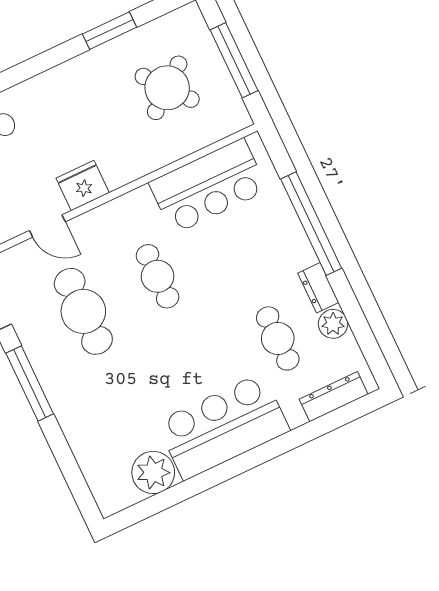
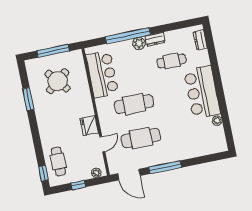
cafe table: (158, 276) -> (134, 104), width x1.37, depth x1.35
plant: (333, 324) -> (139, 43), moved
dresser: (334, 397) -> (200, 40), width x0.70
plant: (153, 472) -> (217, 121), width x0.53, depth x0.53

